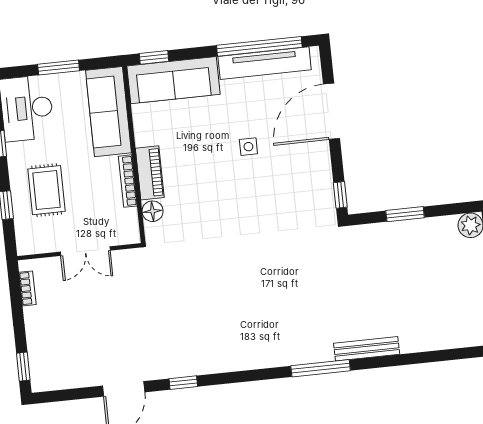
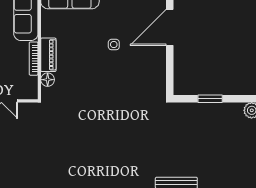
window: (340, 195) -> (170, 82), removed

